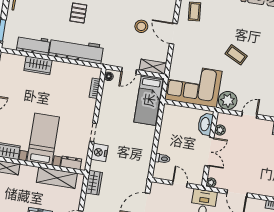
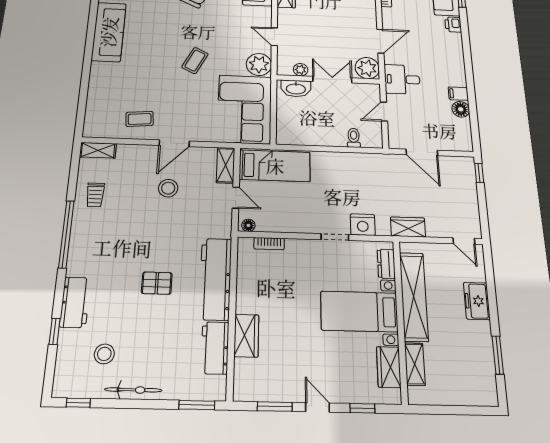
shelving: (57, 178) -> (414, 296), width x1.47
plant: (211, 183) -> (367, 68), width x1.88, depth x1.88

